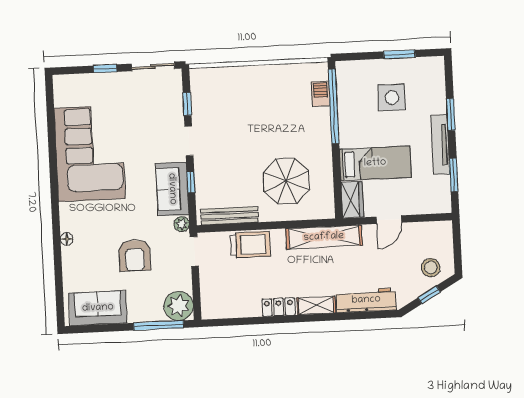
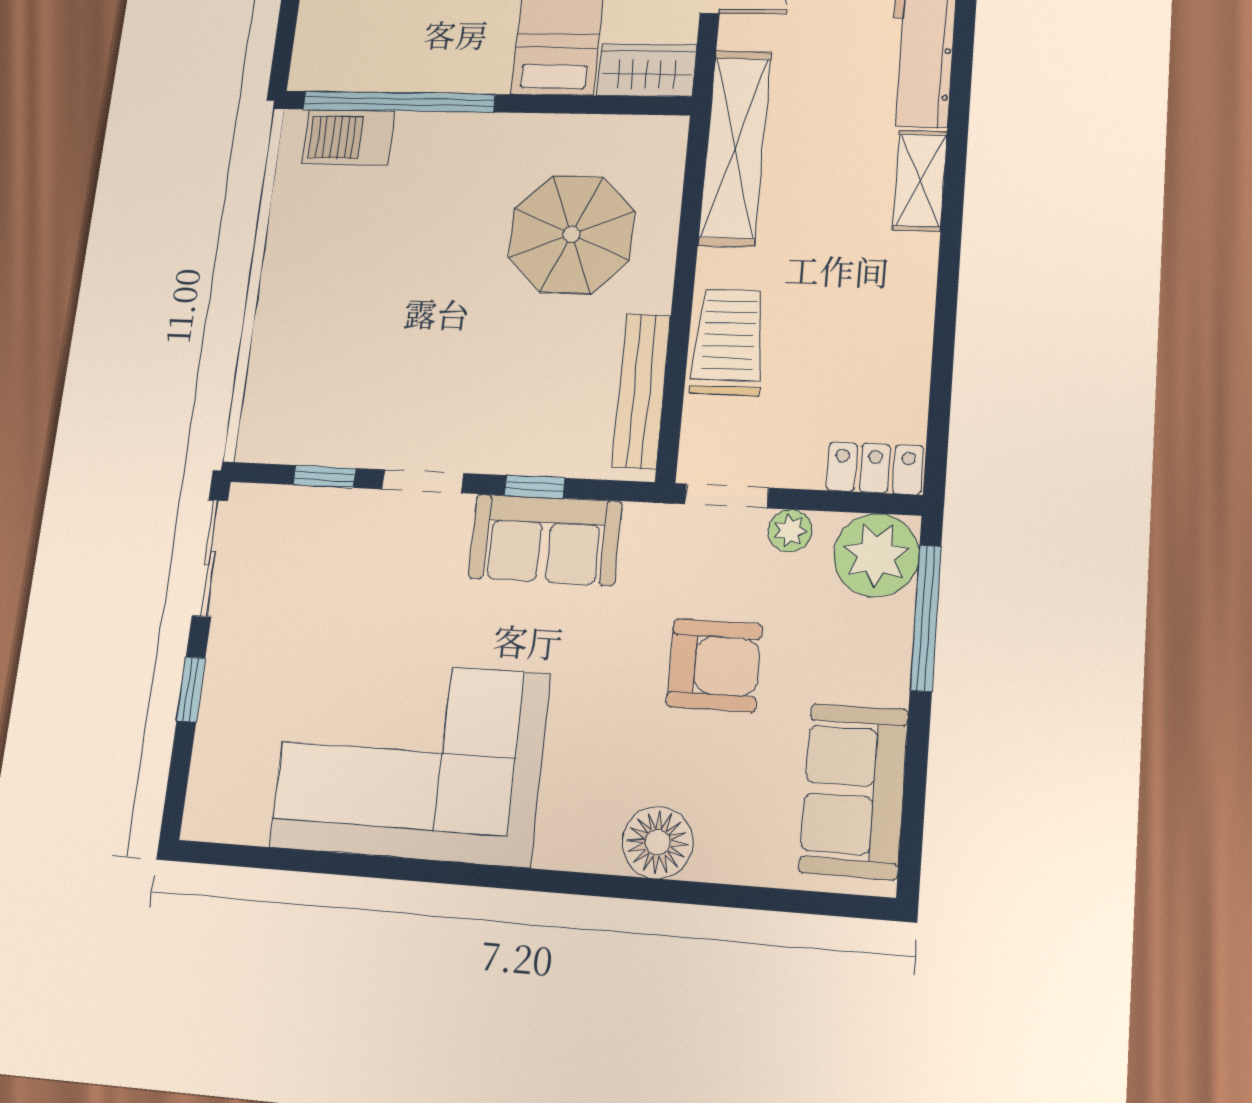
barbecue: (321, 94) -> (349, 137), width x1.38, depth x1.27
plant: (182, 224) -> (790, 531), moved
floor lamp: (67, 239) -> (657, 842), width x1.89, depth x1.89
locker: (279, 307) -> (875, 468), moved, turned 90

